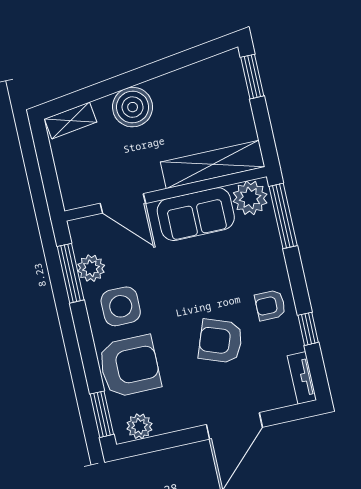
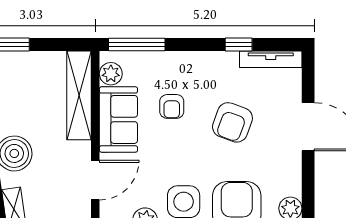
plant: (250, 198) -> (111, 74), width x0.73, depth x0.73
armchair: (270, 305) -> (172, 106), moved
tv unit: (302, 378) -> (271, 59), width x1.41

